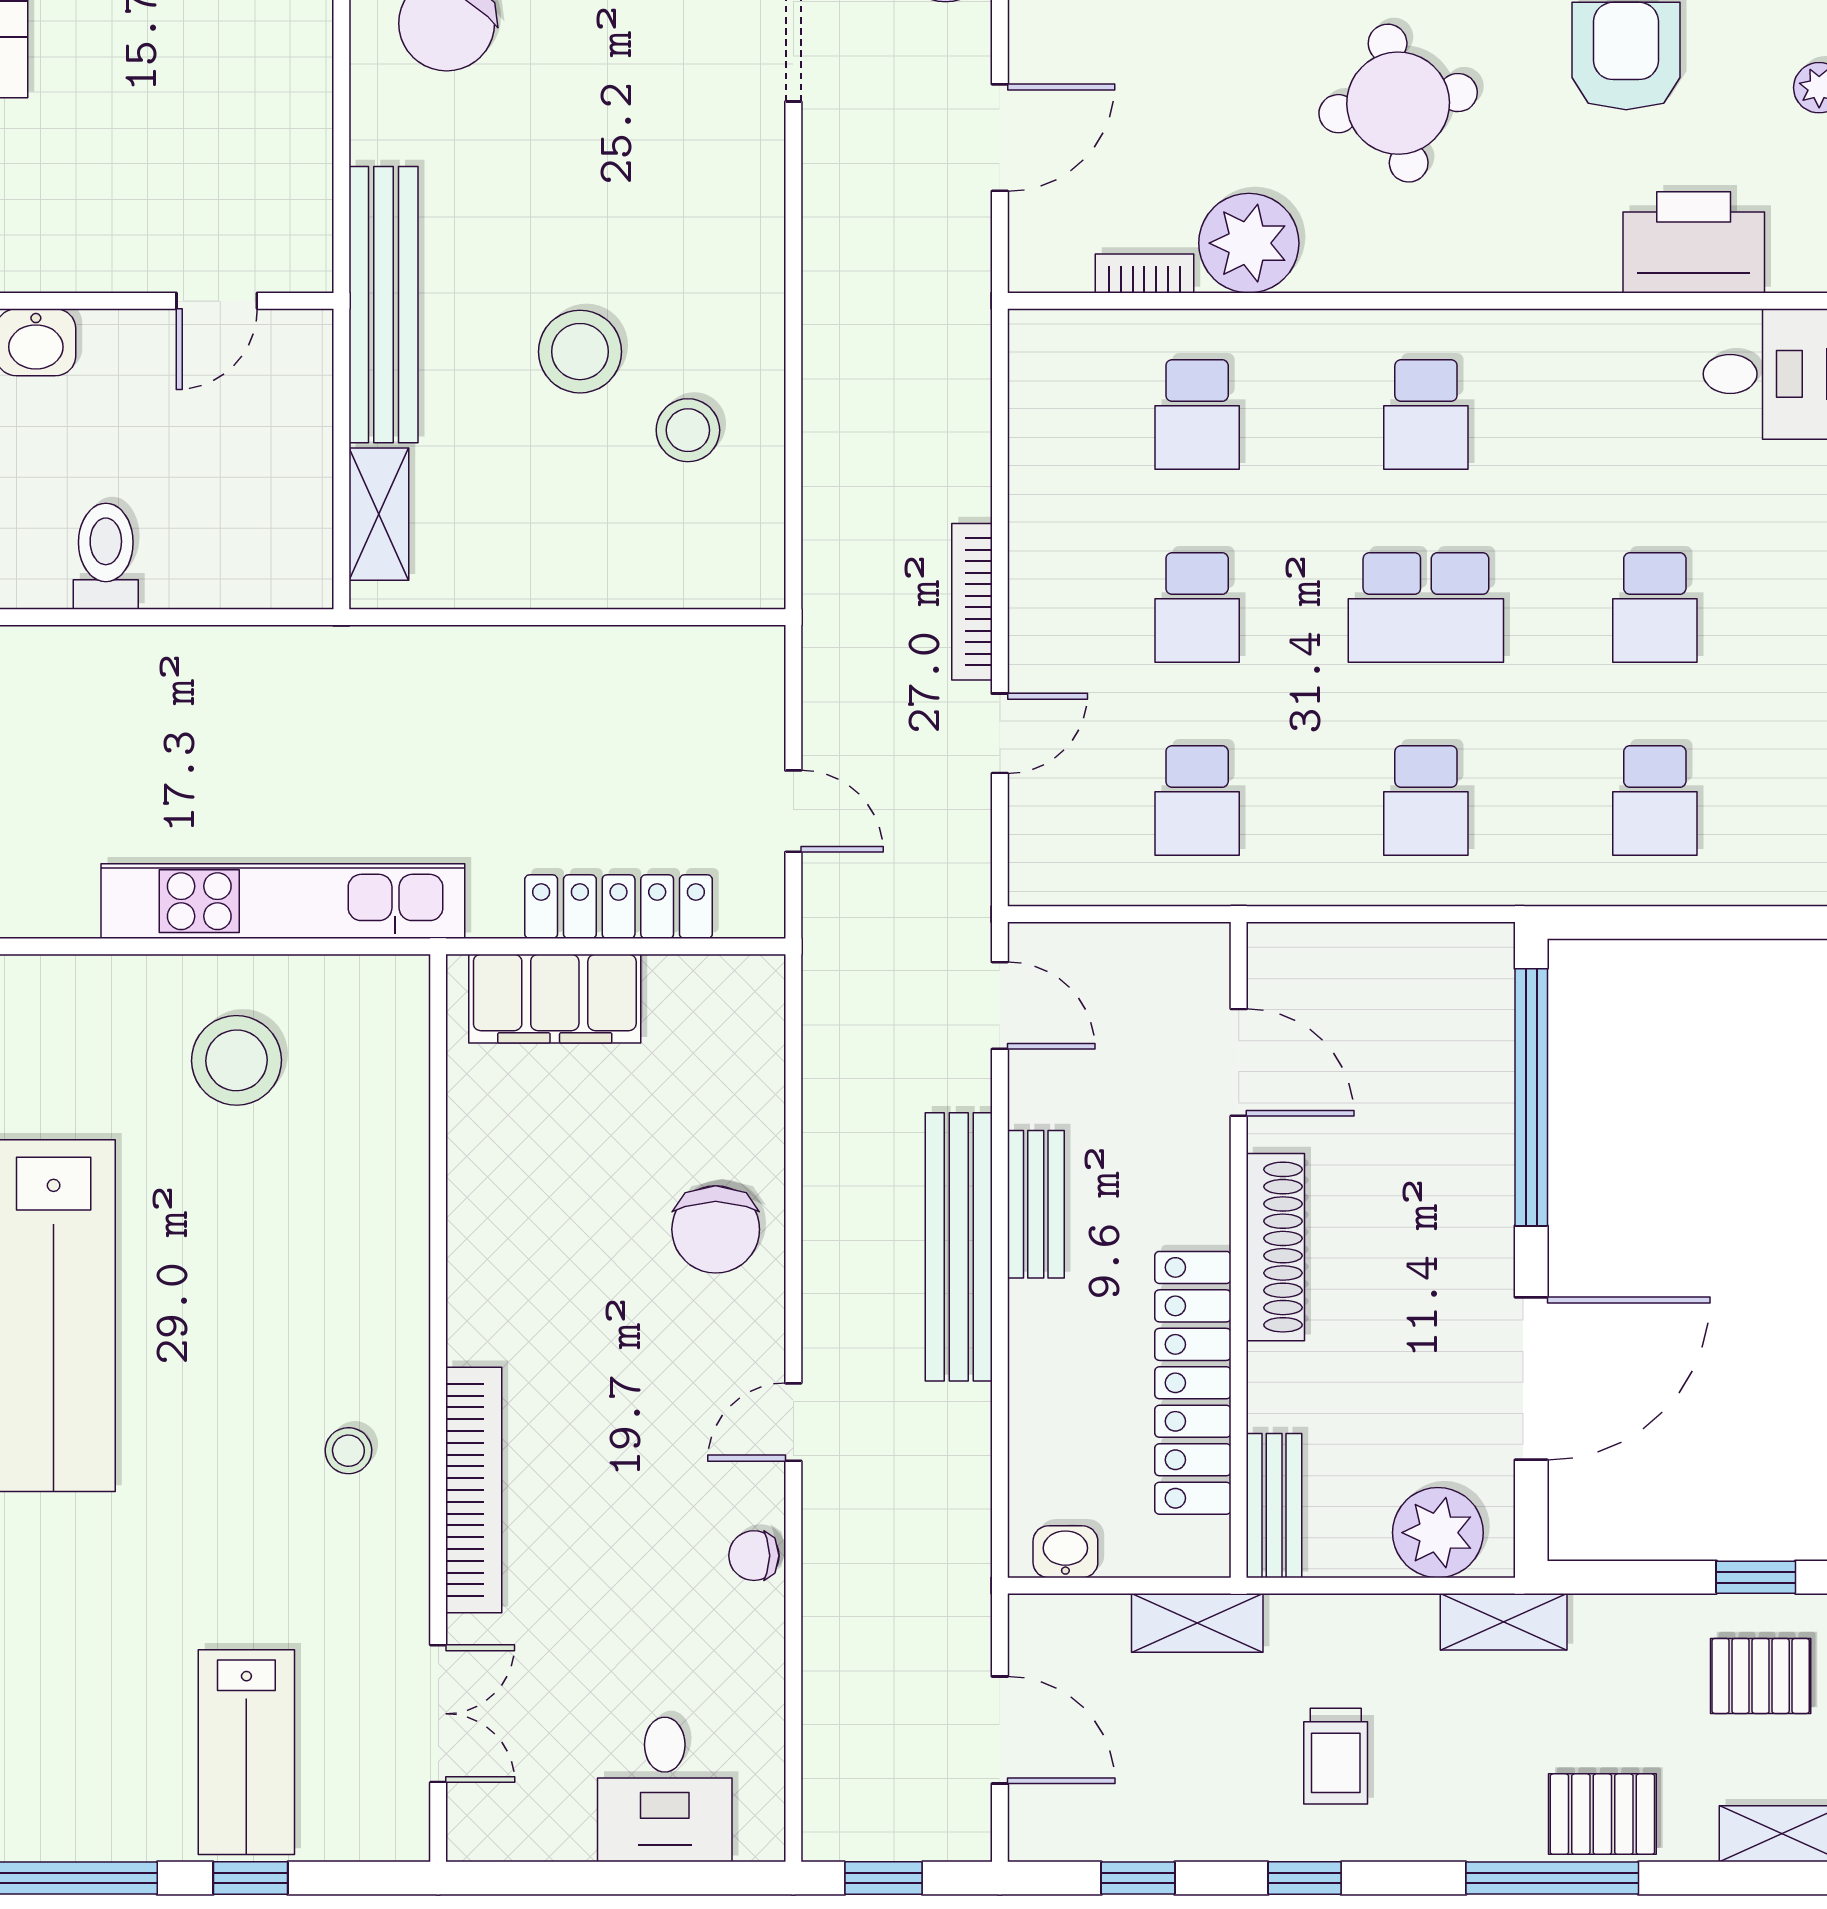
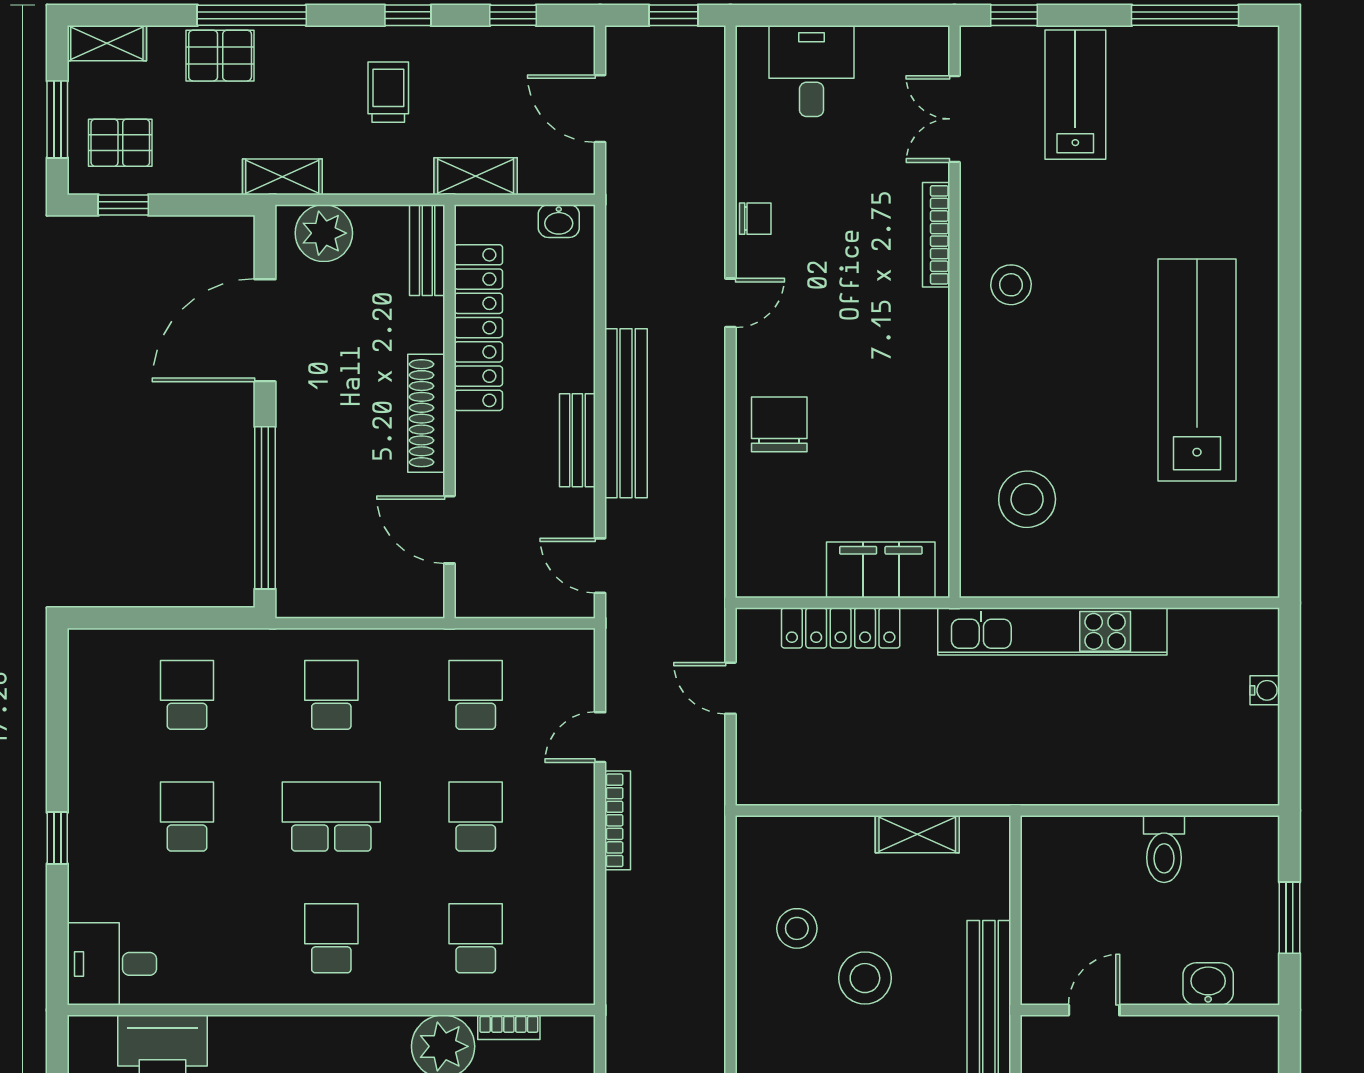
shelving: (379, 514) -> (917, 834), moved, turned 90
stool: (236, 1060) -> (1027, 499), moved
stool: (348, 1451) -> (1011, 285), width x1.37, depth x1.37
bookcase: (474, 1490) -> (936, 235), width x0.68, depth x0.76
window: (250, 1878) -> (1014, 15), moved

